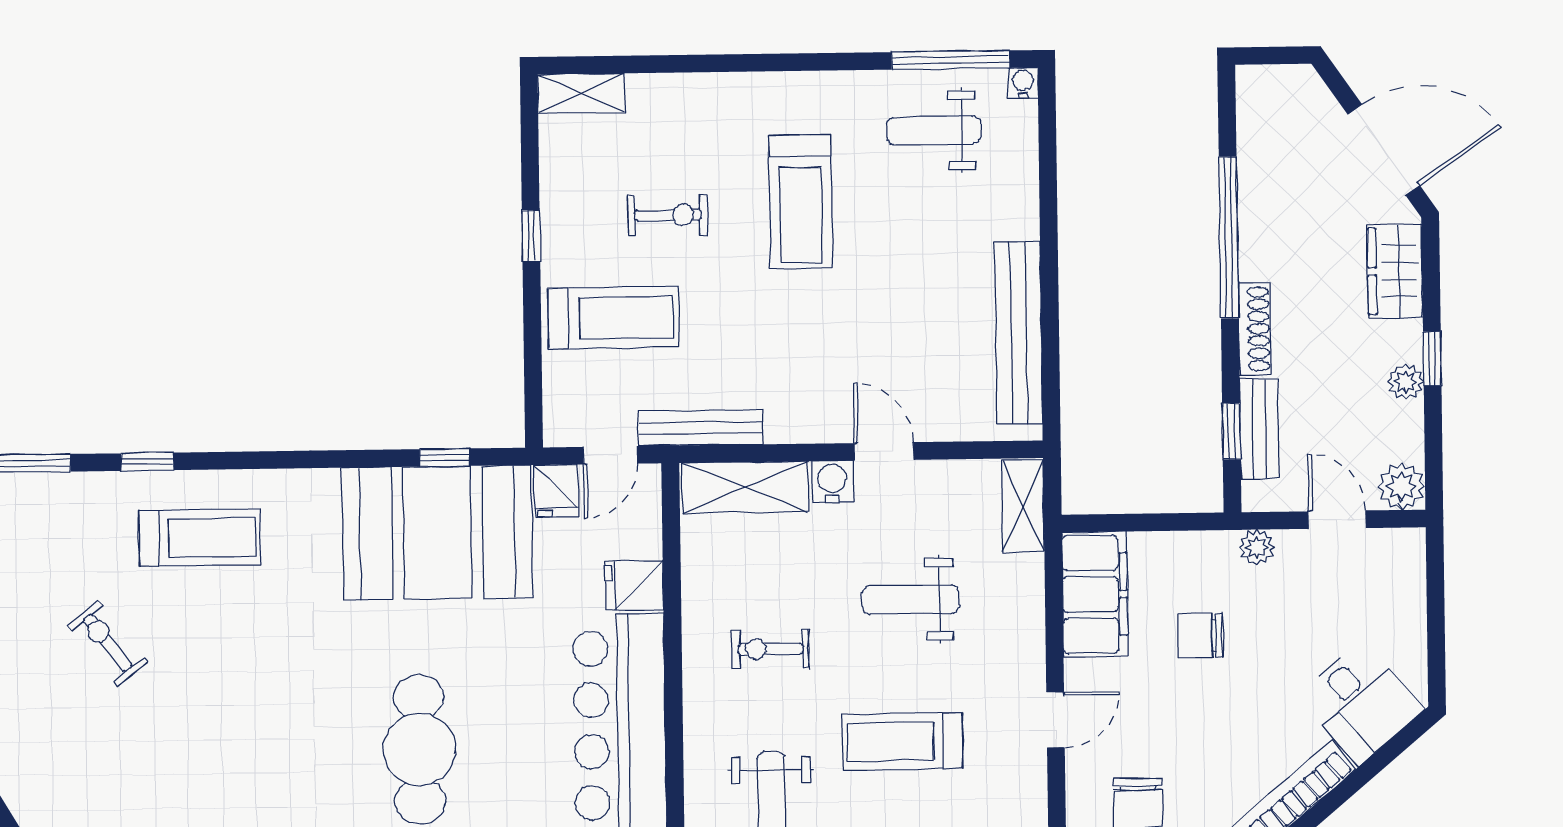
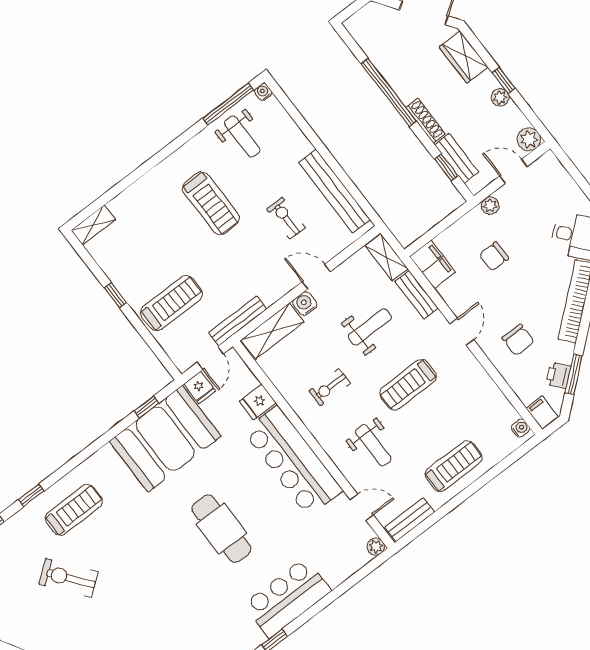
weight bench: (934, 131) -> (242, 137), turned -90
exercise bike: (668, 215) -> (286, 218), moved, turned -90
filing cabinet: (1095, 594) -> (432, 264), width x0.67, depth x0.86
weight bench: (910, 600) -> (370, 327), turned 180
bench: (1026, 604) -> (417, 295), added
exercise bike: (108, 643) -> (68, 578), width x1.38, depth x1.39

